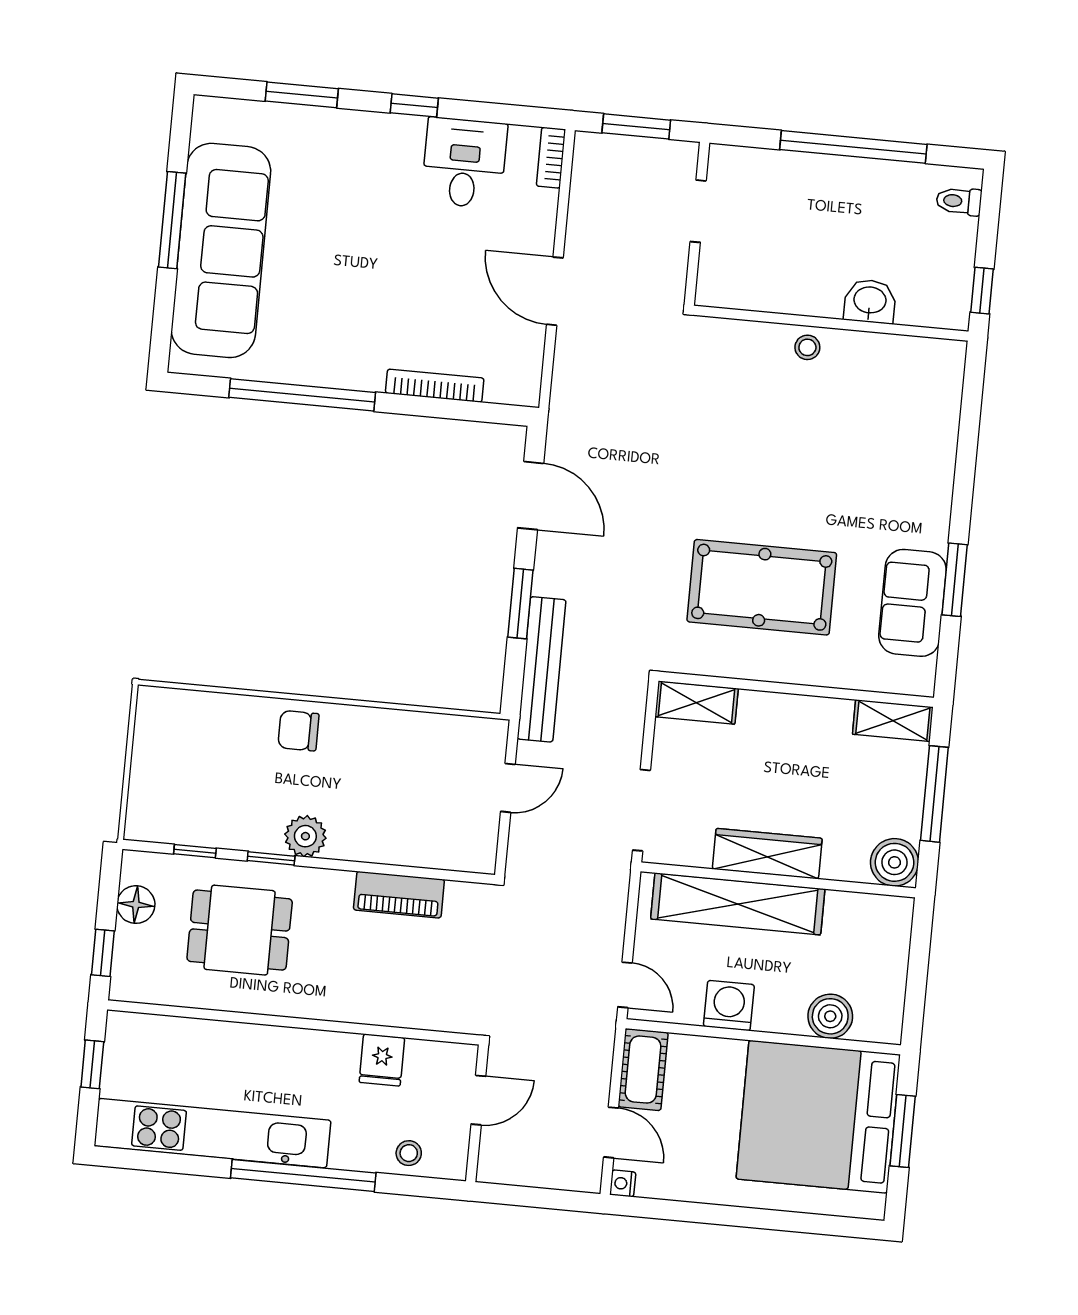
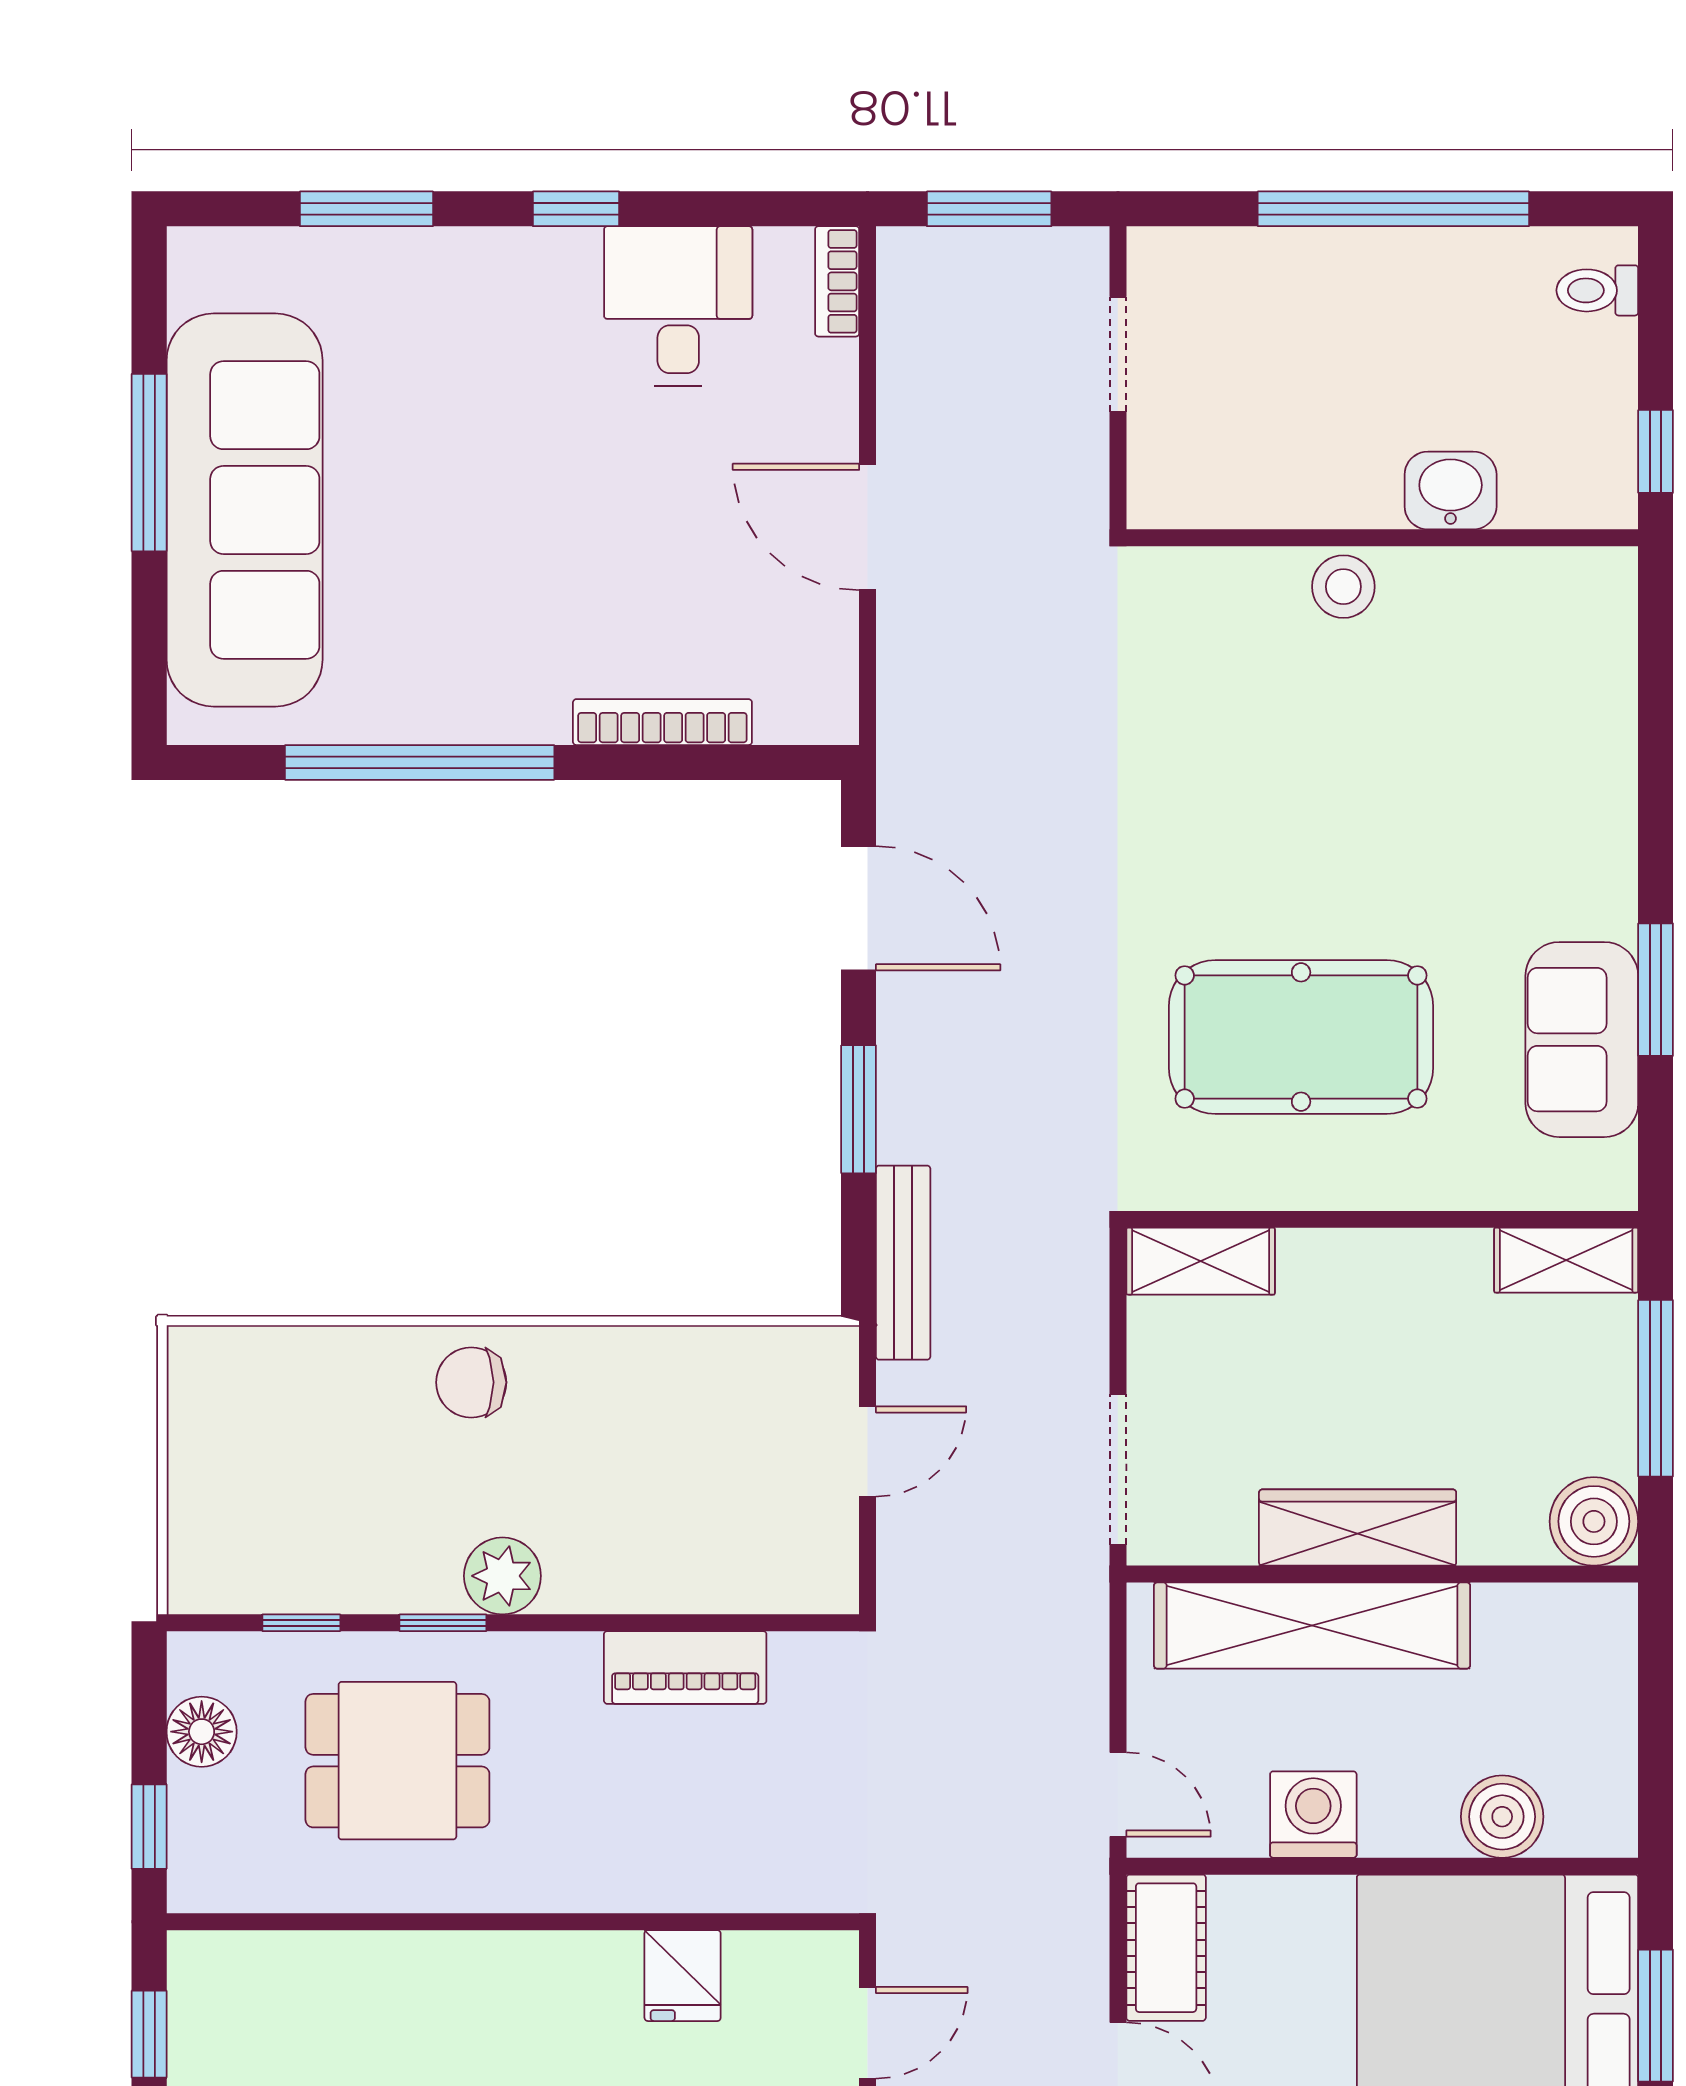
stool: (807, 347) -> (1343, 587), width x1.37, depth x1.37
bench: (541, 669) -> (903, 1263), width x0.73, depth x0.82

